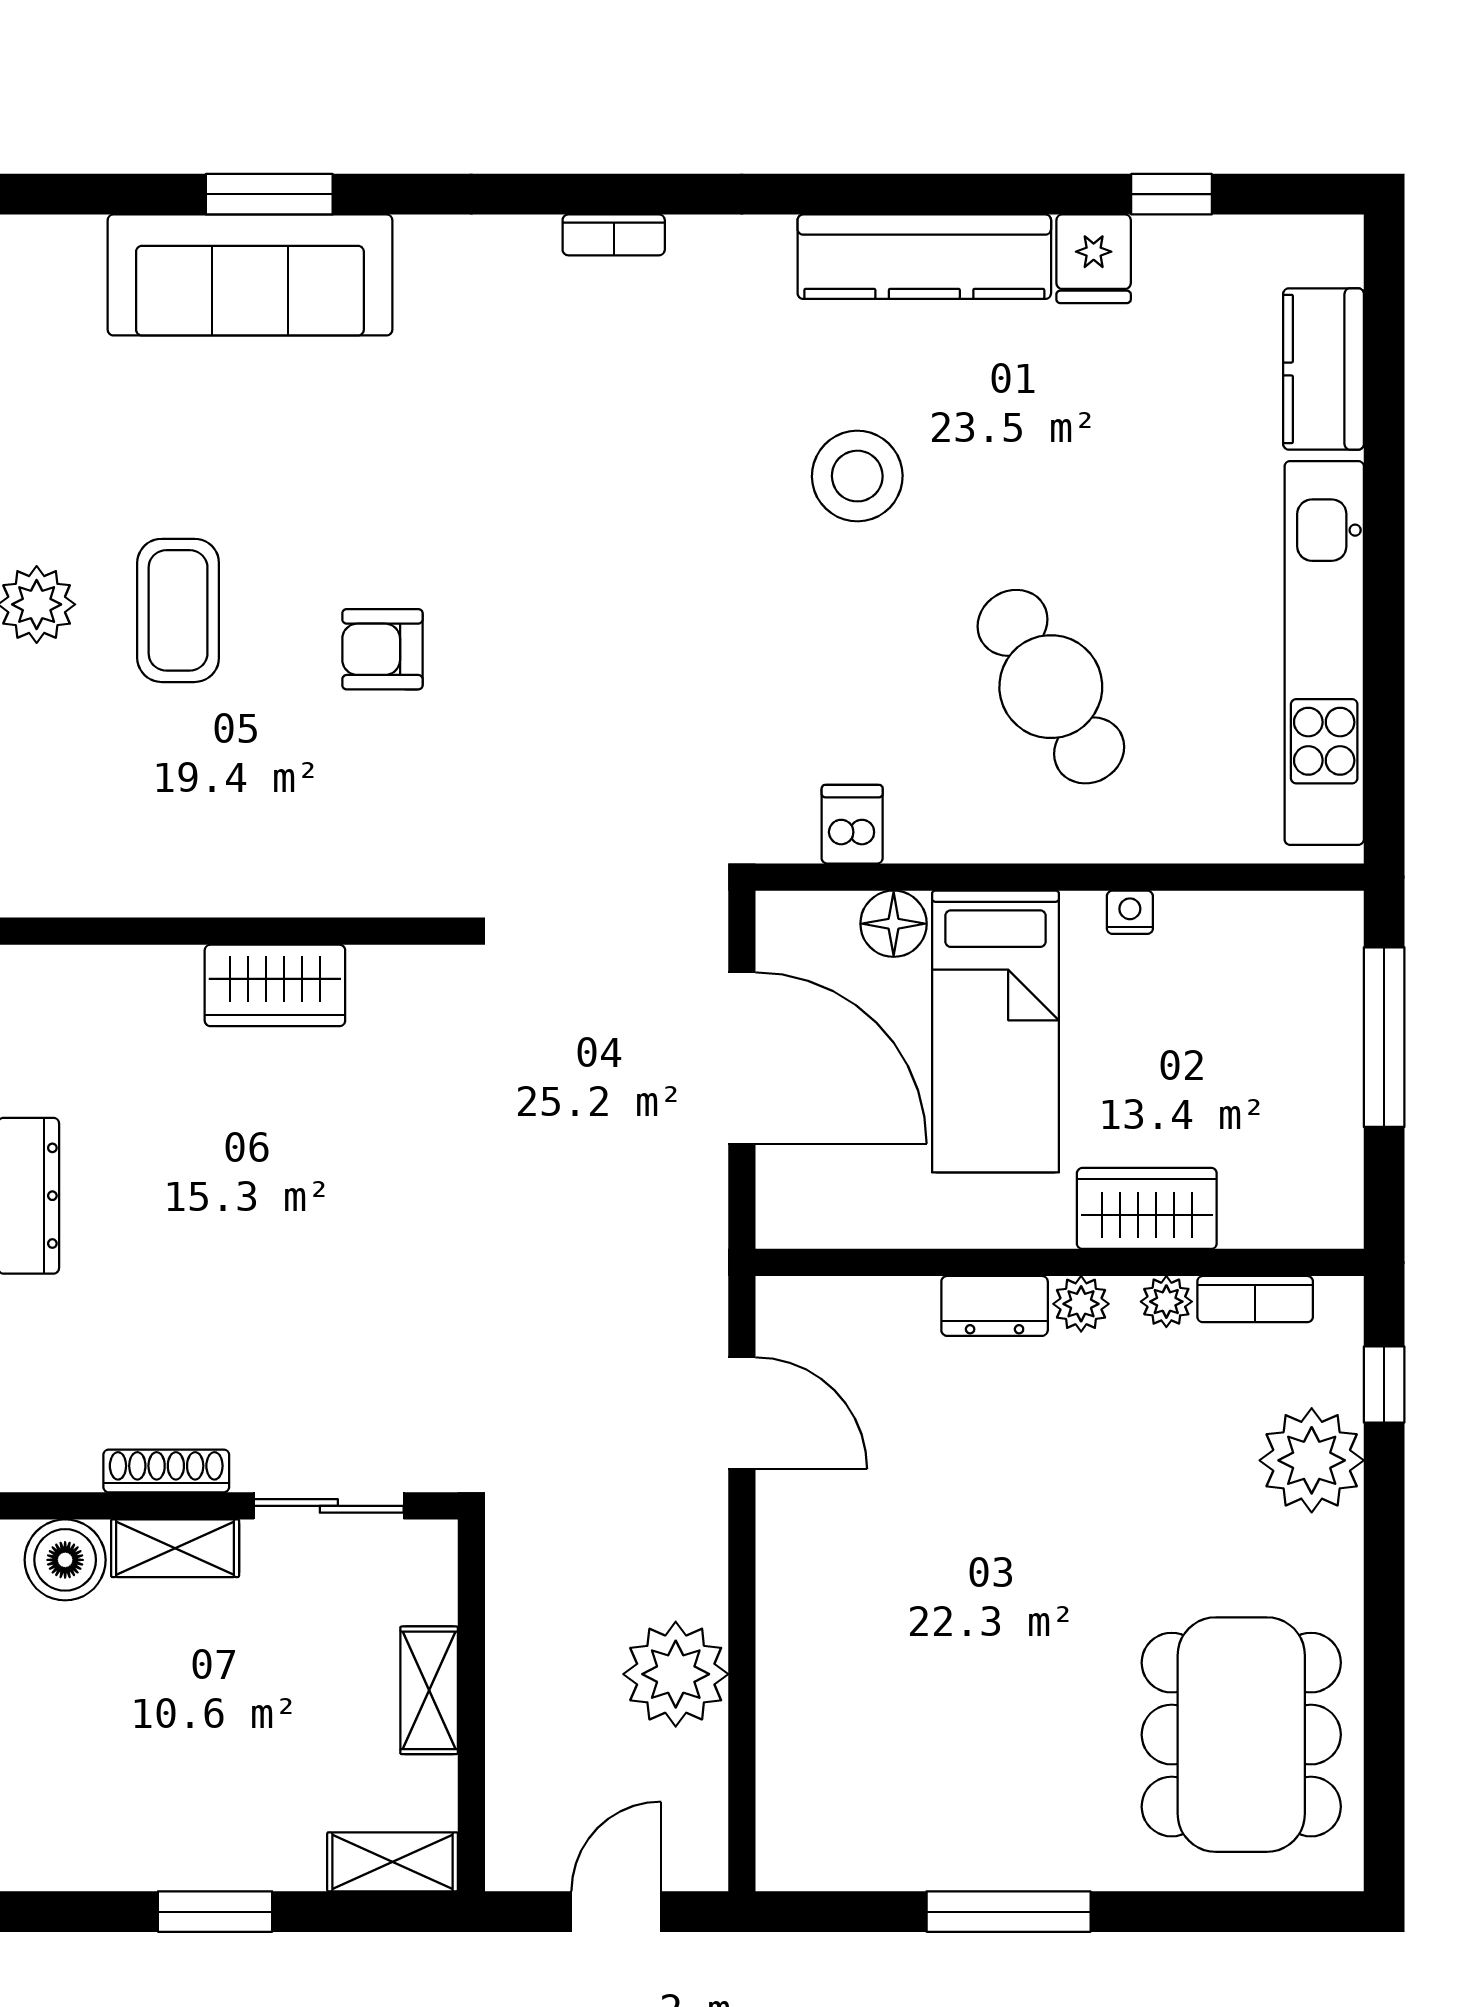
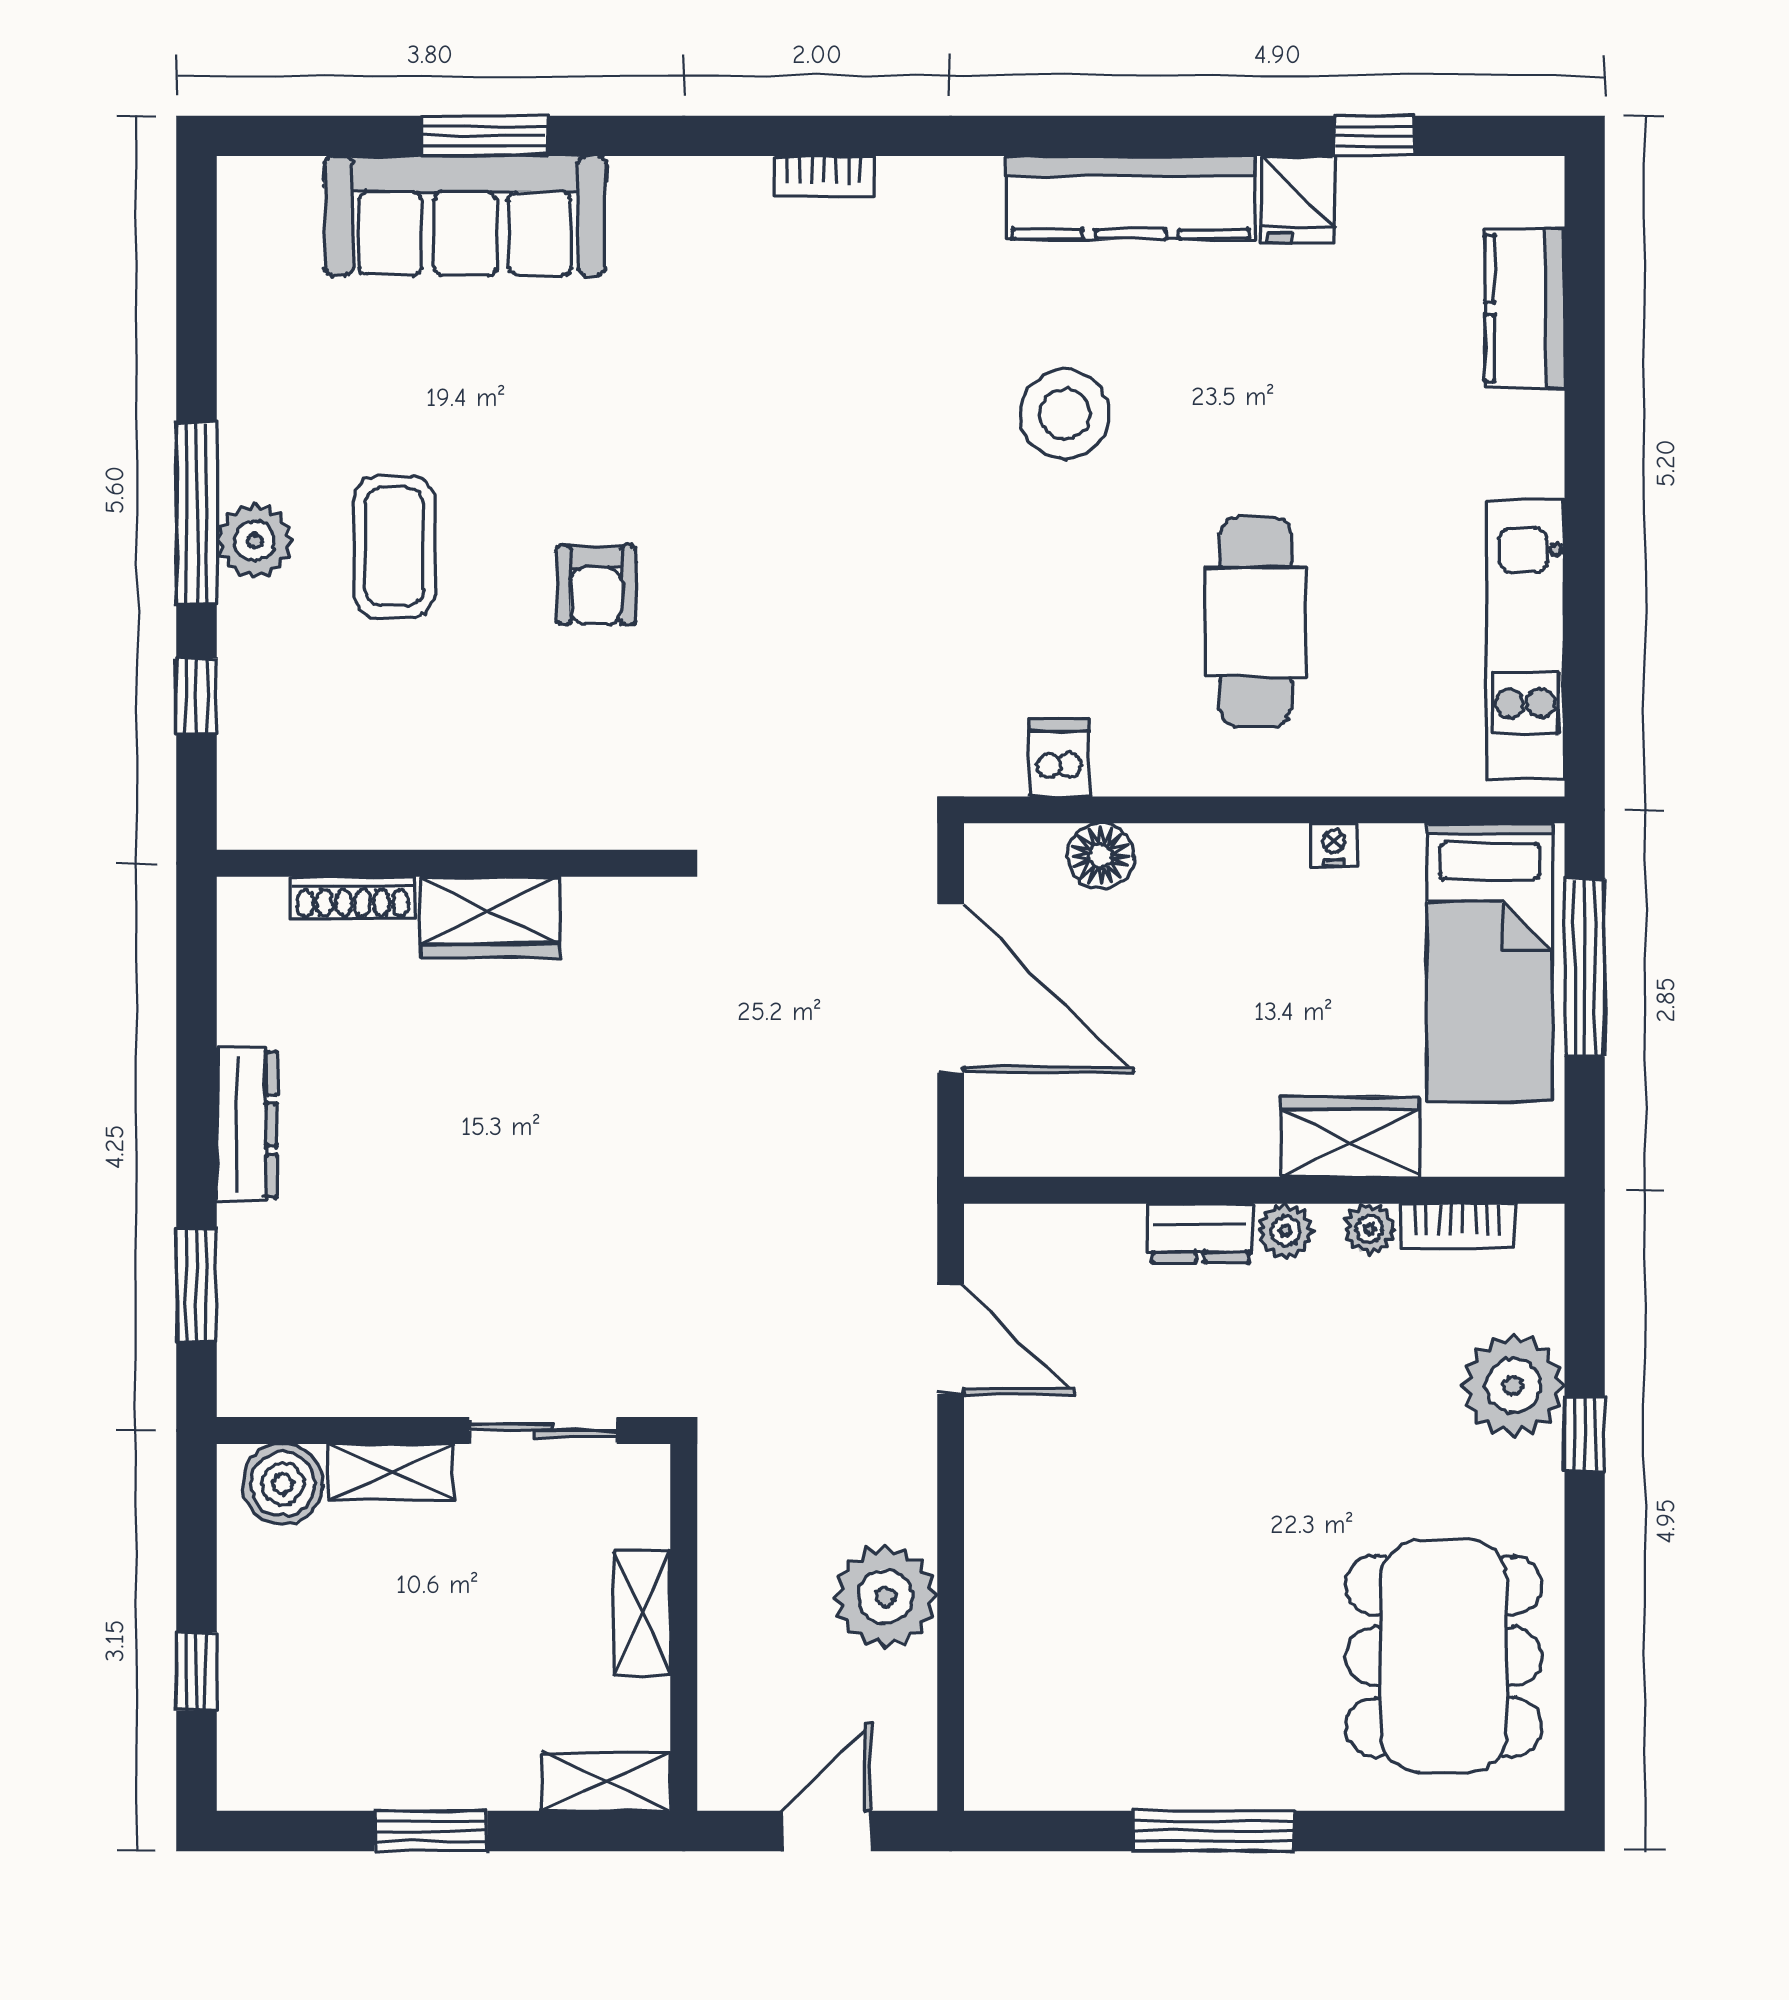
armchair: (382, 649) -> (596, 585), turned -90
kitchen unit: (1324, 653) -> (1526, 639), width x0.73
cafe table: (1051, 687) -> (1256, 622), turned 31
bed: (996, 1032) -> (1490, 962), moved
window: (1384, 1384) -> (1585, 1434), moved
shoe rack: (166, 1471) -> (353, 898), moved, turned 180

